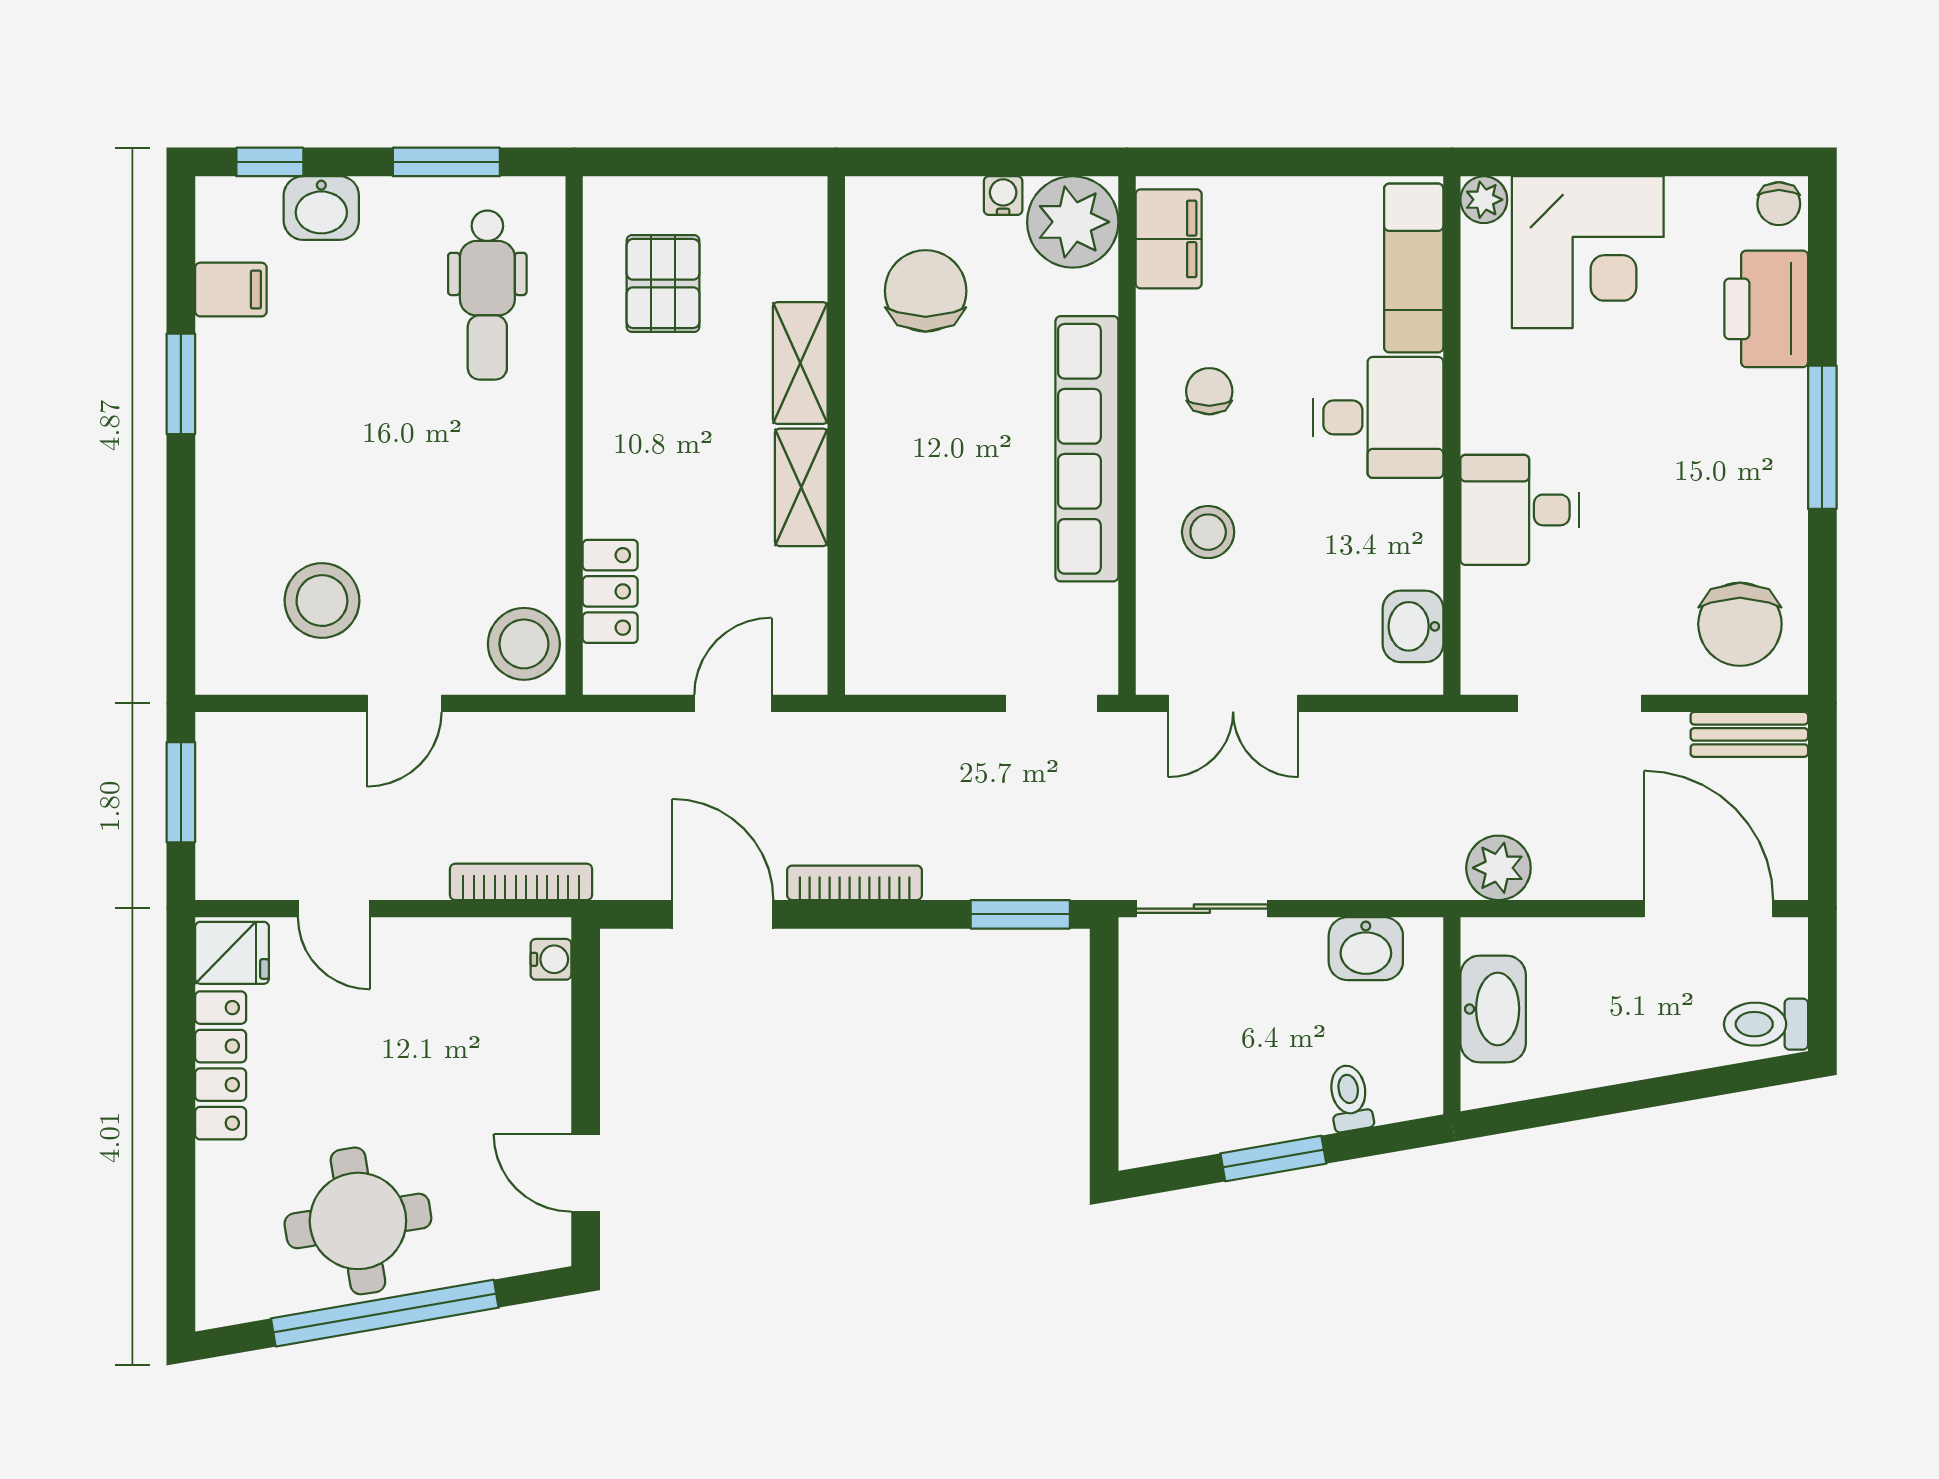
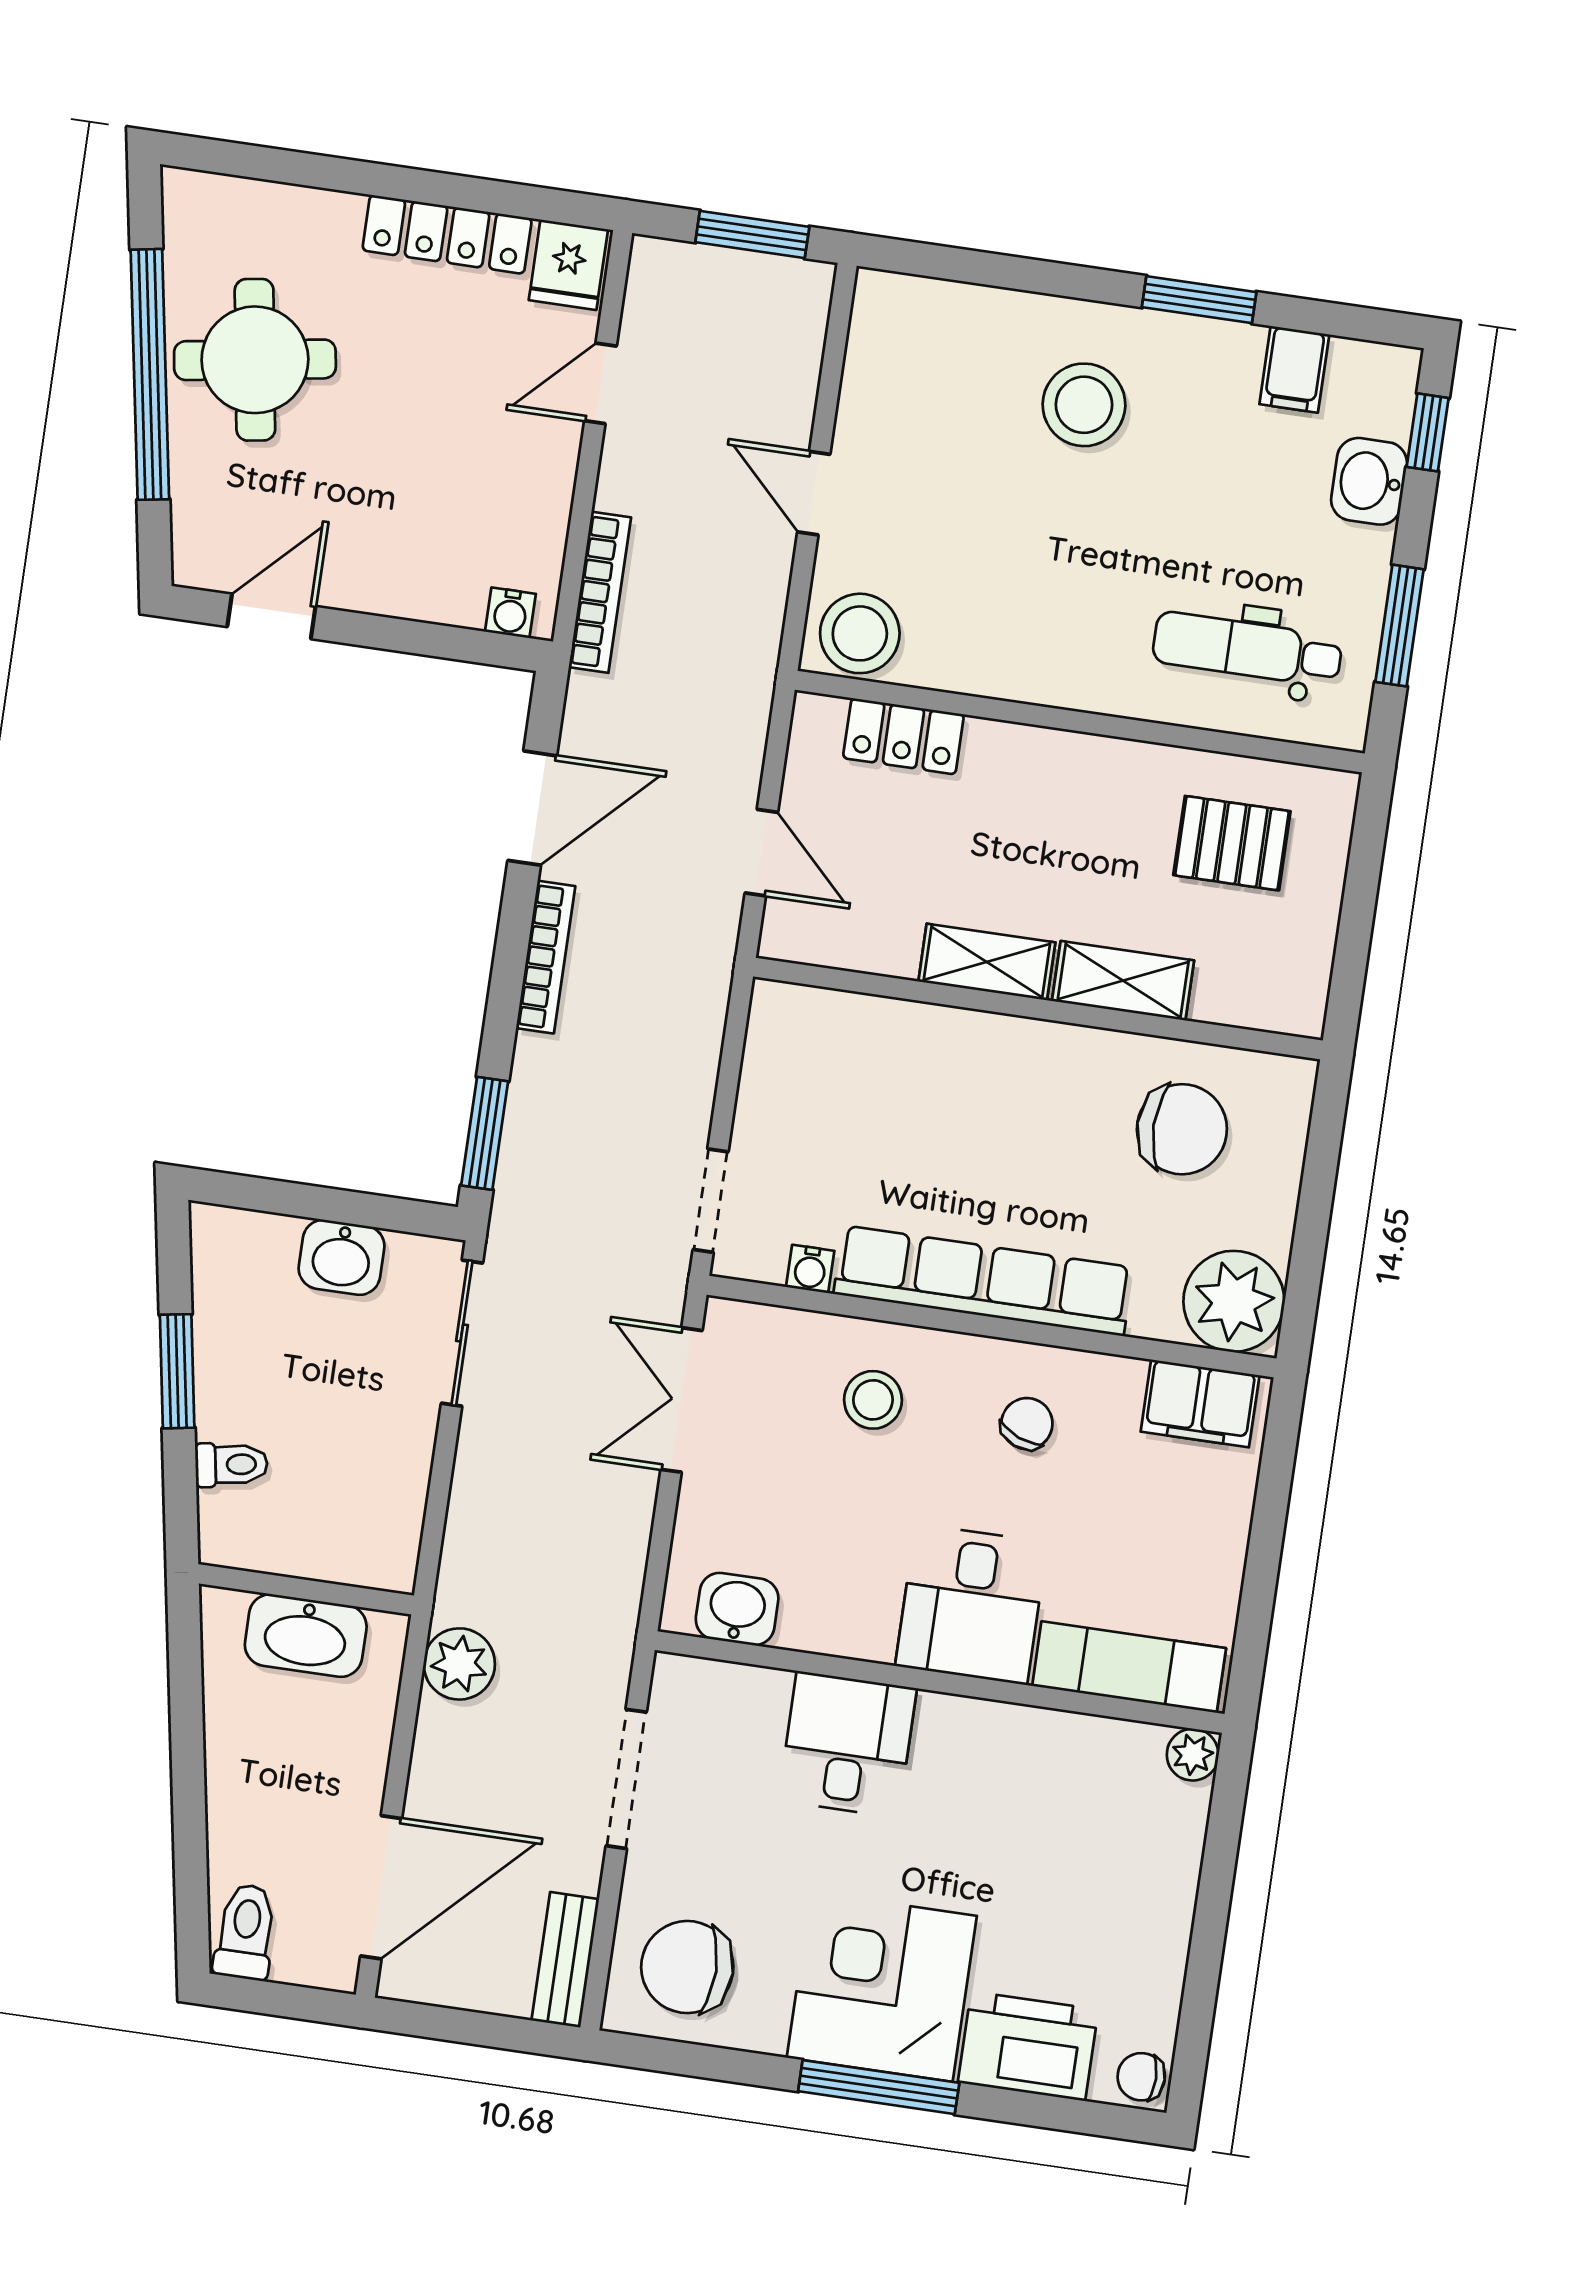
water cooler: (1003, 196) -> (810, 1269), moved, turned 90
corner desk: (1588, 252) -> (882, 1987), moved, turned 90
chair: (1209, 391) -> (1027, 1424), turned -68
stool: (322, 601) -> (1084, 405), moved
washbasin: (1366, 949) -> (342, 1257), moved, turned -90

